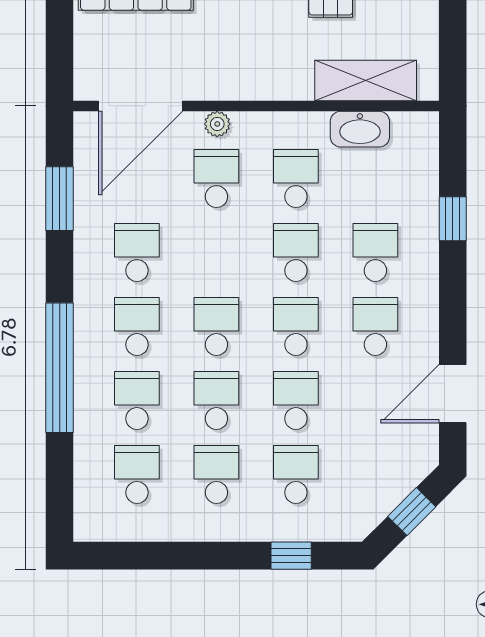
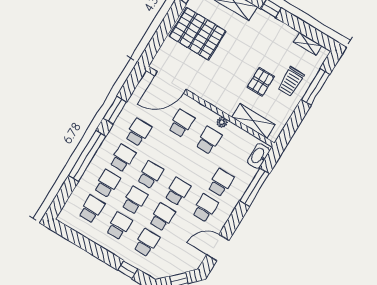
plant: (217, 124) -> (222, 122), moved
washbasin: (360, 129) -> (258, 156), moved, turned 90
window: (60, 199) -> (115, 110), moved
window: (453, 219) -> (255, 187), width x2.17
school desk: (296, 253) -> (193, 166), removed

